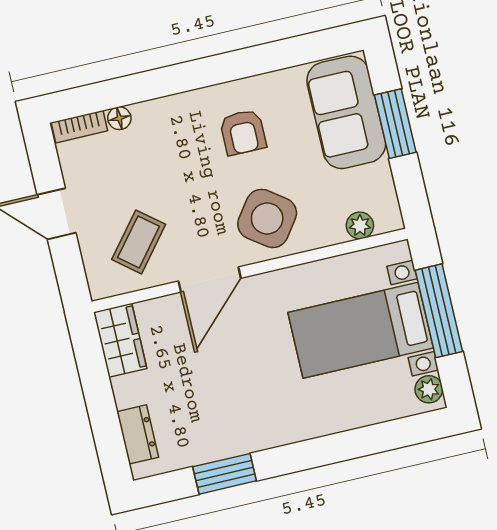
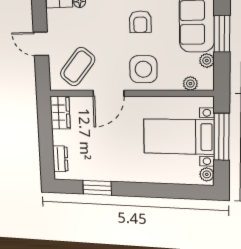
plant: (380, 177) -> (207, 61), added
side table: (267, 218) -> (143, 69), turned -36
coffee table: (139, 242) -> (78, 67), width x1.36, depth x1.30

